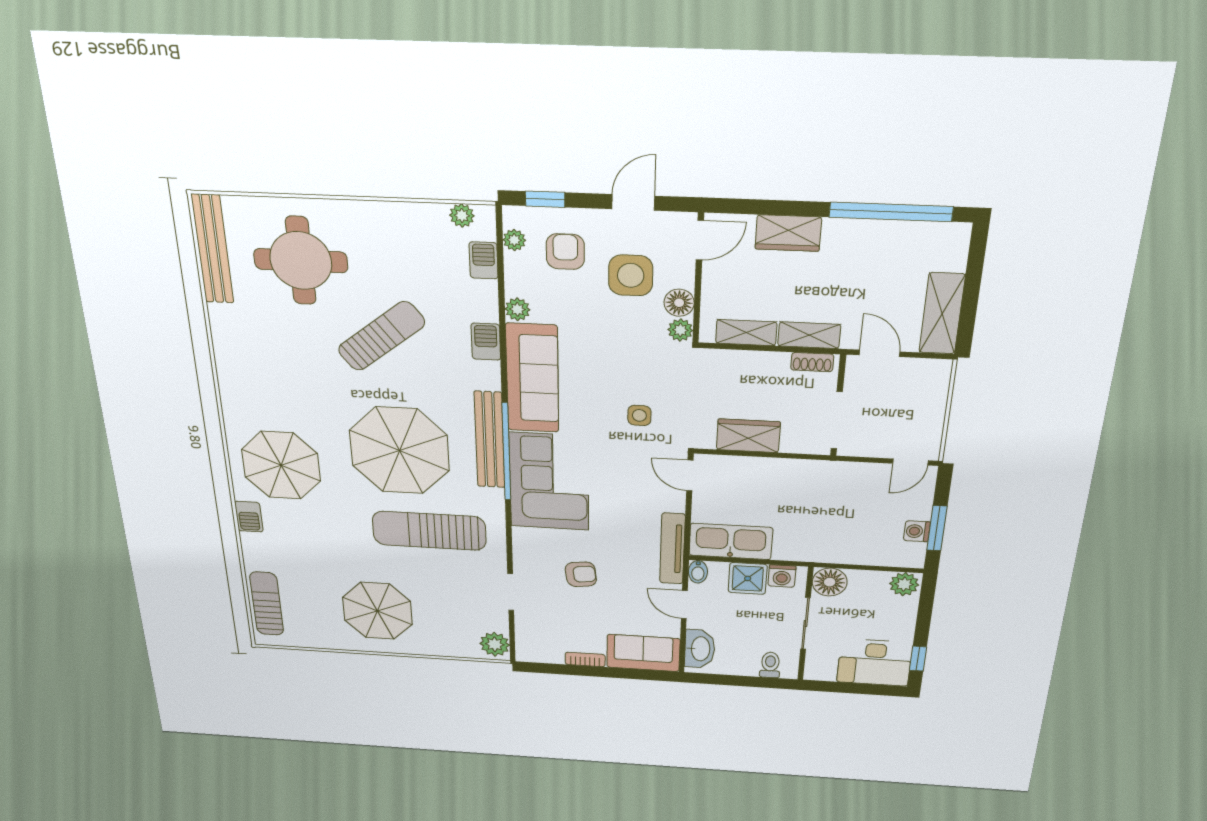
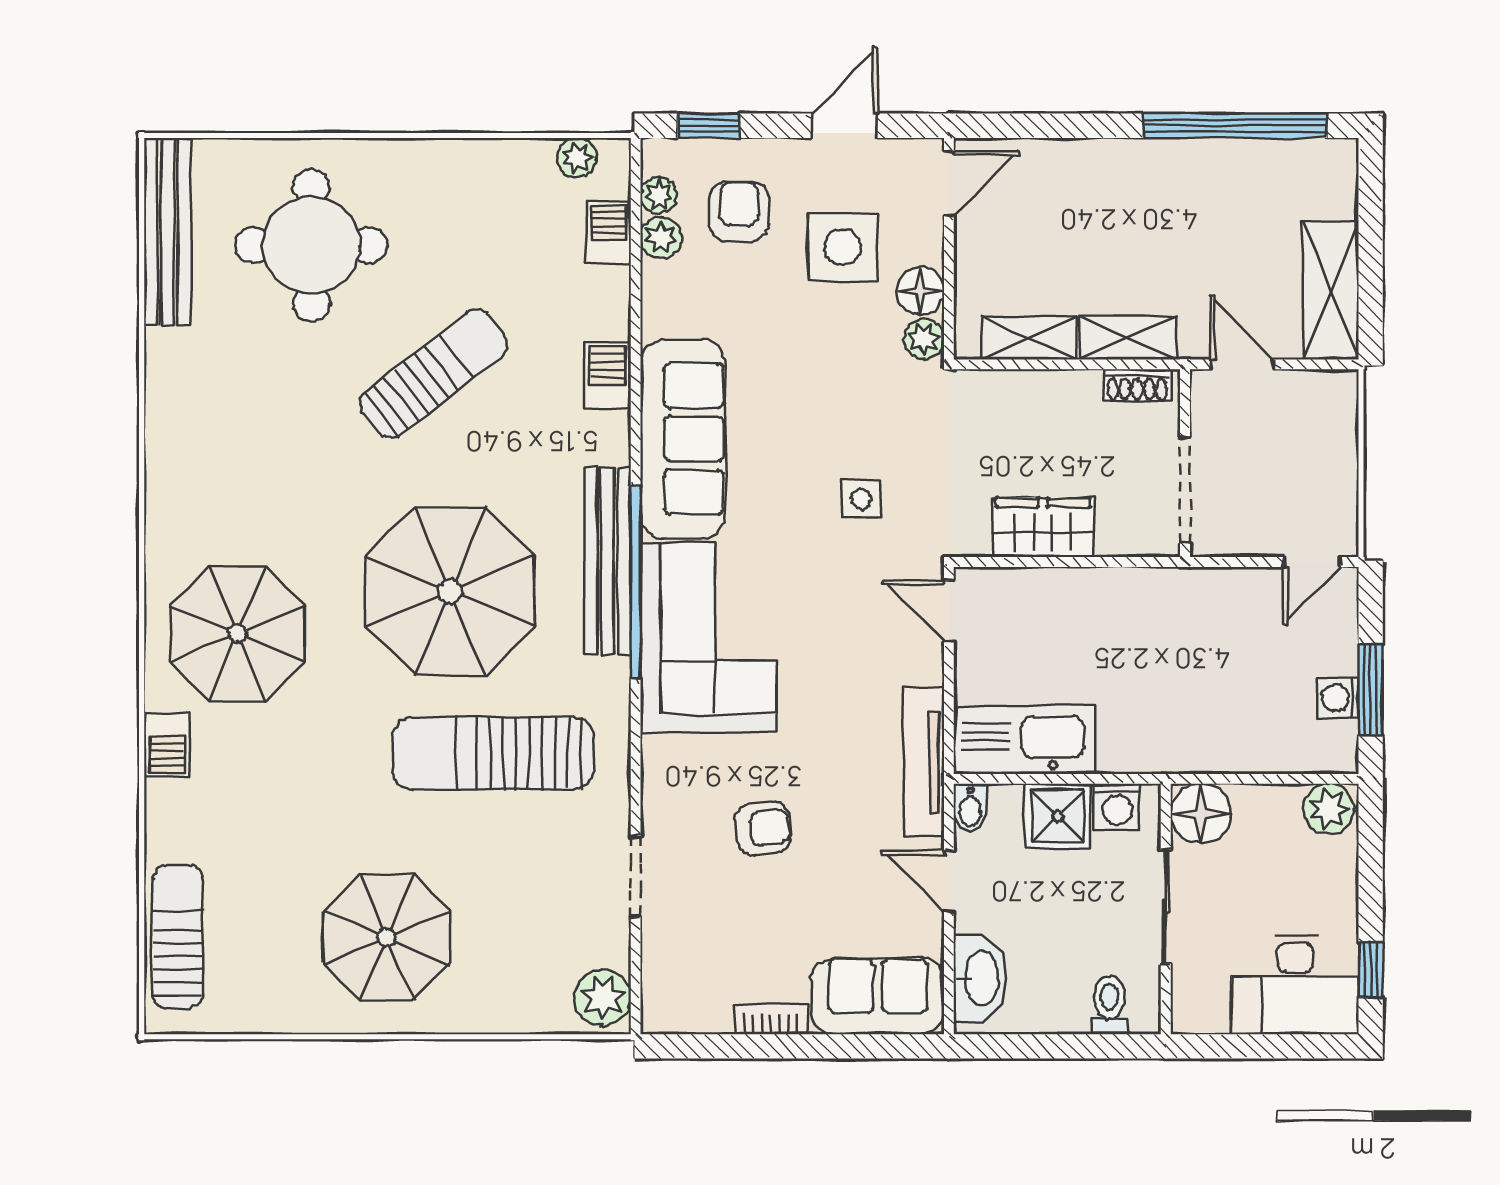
wardrobe: (788, 233) -> (1084, 166), removed
plant: (517, 309) -> (661, 238), moved

